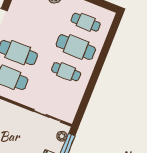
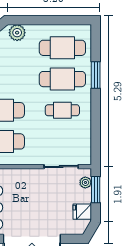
cafe table: (86, 22) -> (62, 48), width x1.37, depth x1.35
window: (104, 54) -> (96, 75), added

